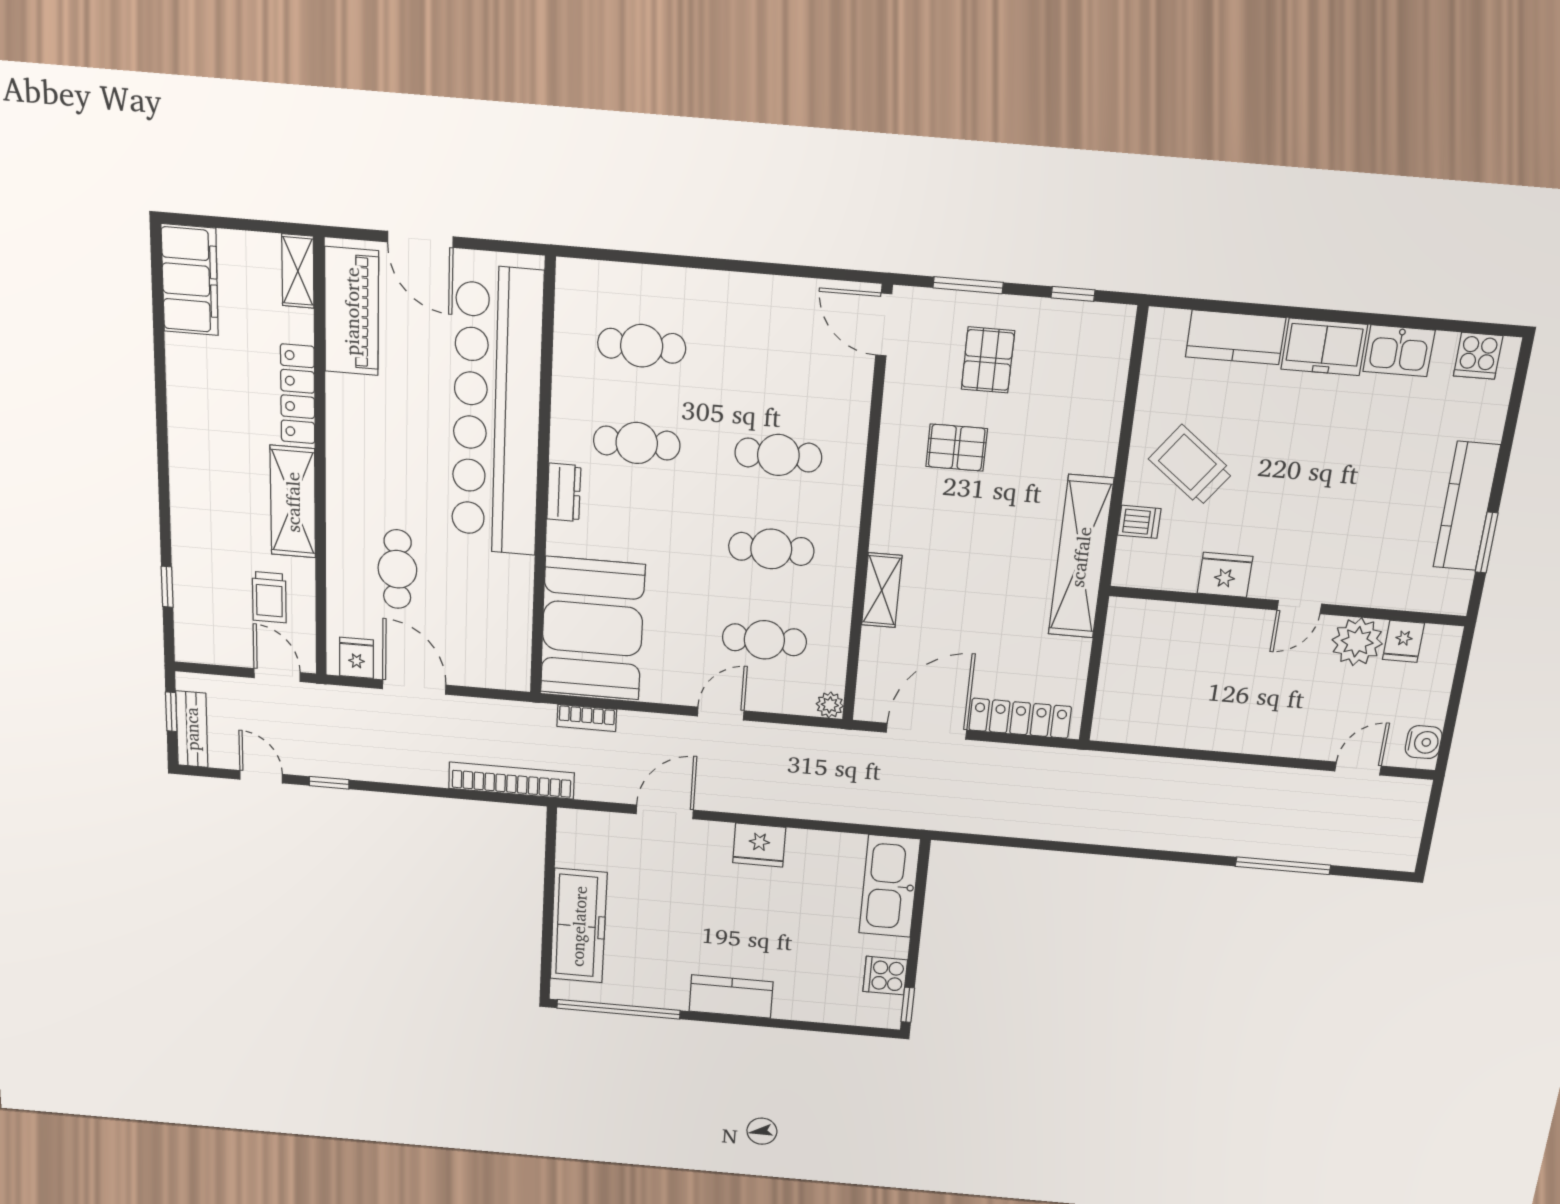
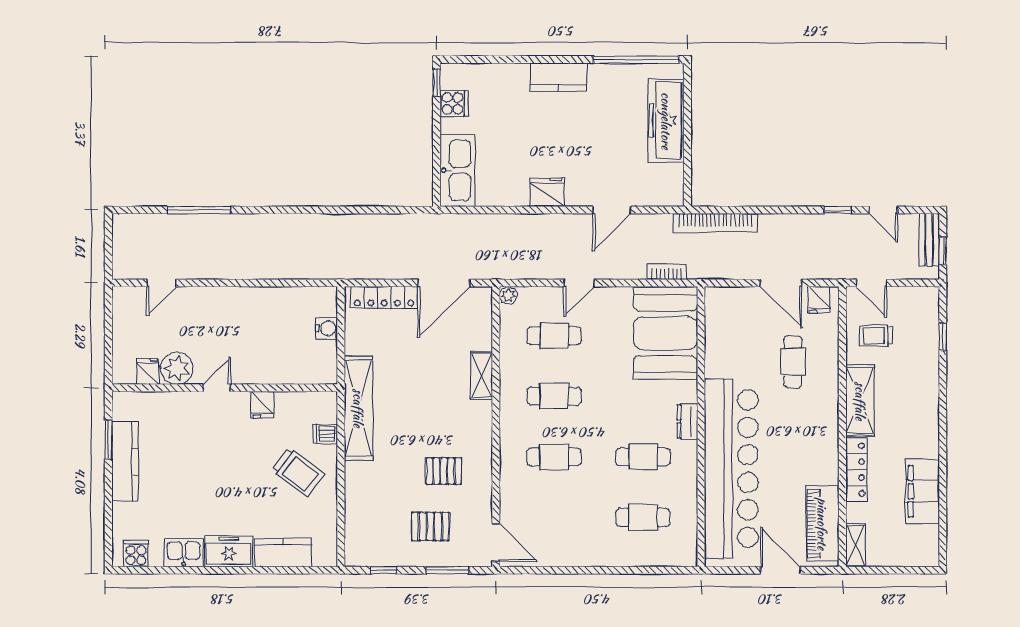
filing cabinet: (190, 280) -> (922, 491), moved
pallet: (988, 360) -> (430, 526), turned 90
fridge: (1225, 575) -> (262, 405), width x0.72
trolley: (269, 597) -> (876, 336), turned -91
water cooler: (1424, 742) -> (326, 328), moved, turned 180

